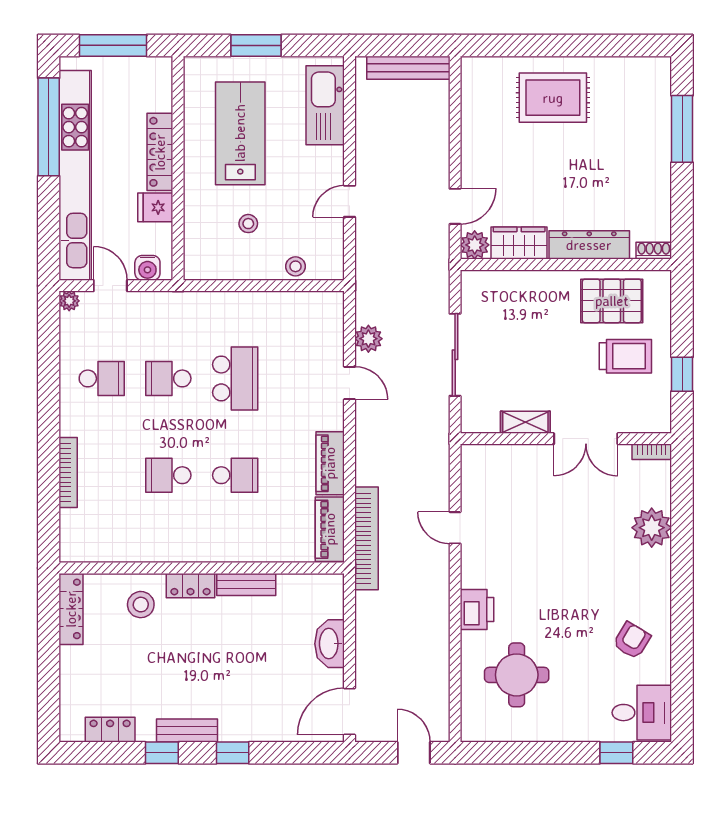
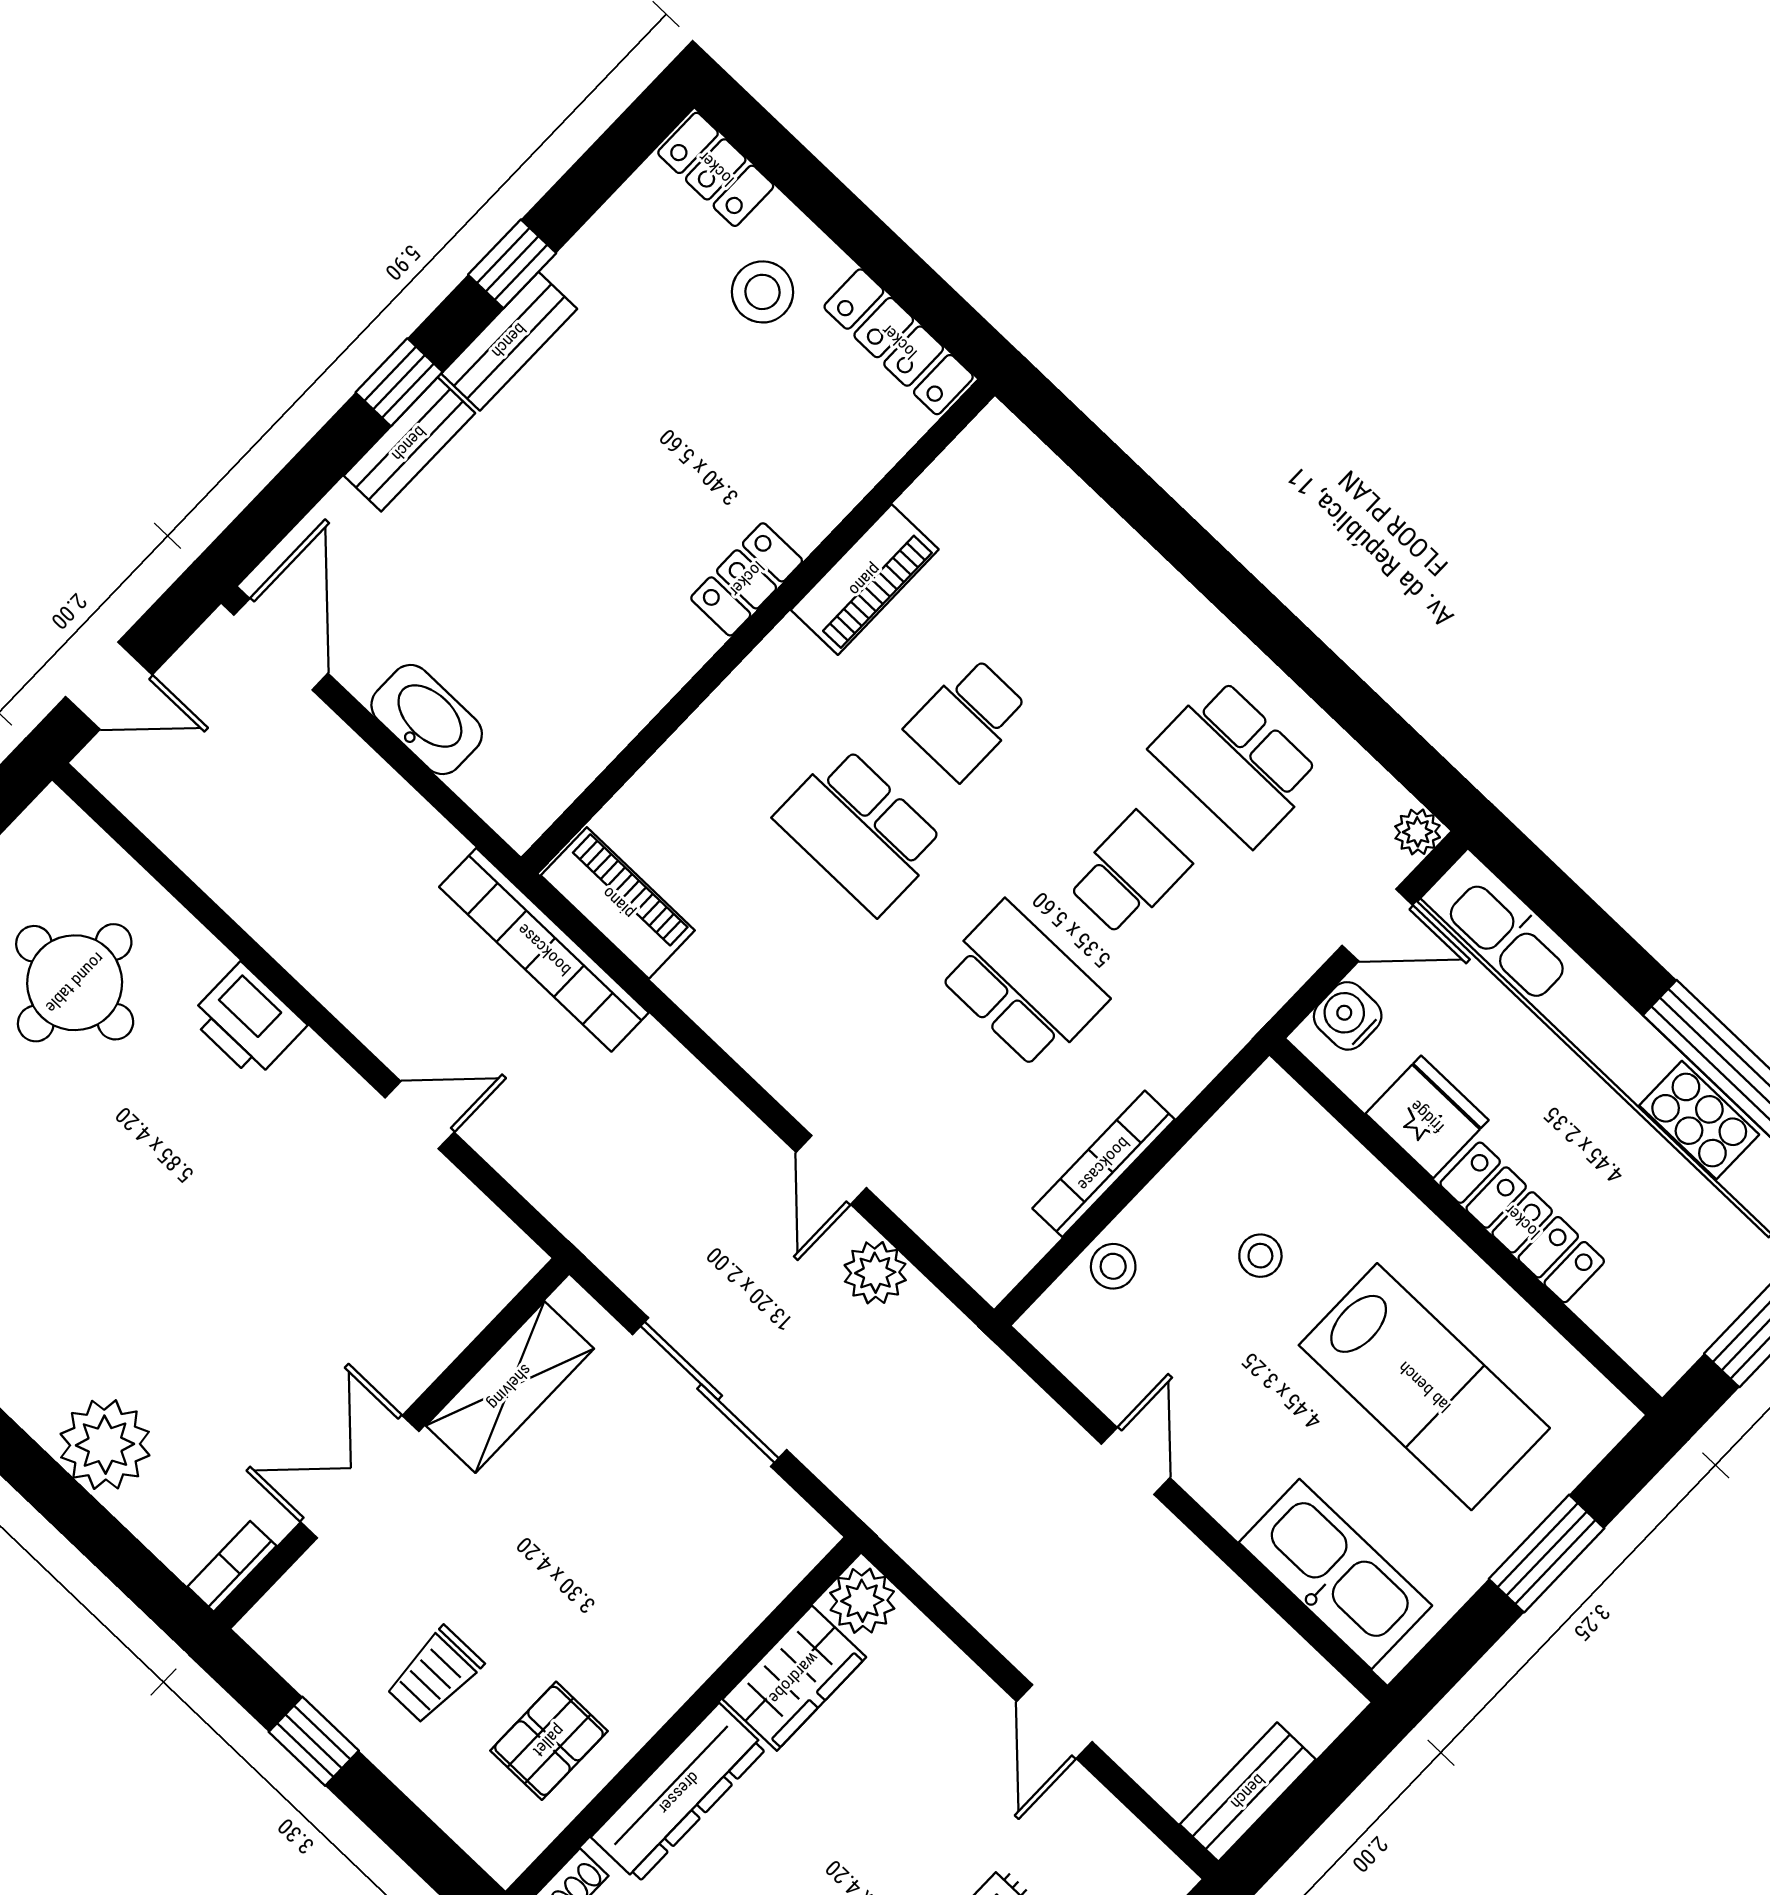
bench: (408, 68) -> (1248, 1792), width x0.73
door: (455, 206) -> (1054, 1722), moved
fridge: (155, 207) -> (1427, 1117), width x1.38
pallet: (612, 301) -> (549, 1741), width x0.67, depth x0.71
trolley: (625, 356) -> (435, 1675), width x0.73, depth x0.72
school desk: (102, 378) -> (1236, 762), width x1.85
school desk: (235, 378) -> (1022, 986), turned 180
door: (350, 383) -> (831, 1170), hinge flipped
shelving: (525, 422) -> (510, 1387), width x1.50, depth x1.33
piano: (330, 463) -> (865, 580), moved, turned 90
bookcase: (68, 473) -> (1104, 1164), moved, turned 90
school desk: (168, 475) -> (967, 719), turned 180
school desk: (235, 475) -> (860, 831), width x1.85
bench: (246, 585) -> (409, 444), moved
stool: (141, 605) -> (762, 292), moved
locker: (110, 730) -> (716, 169), moved, turned 90

